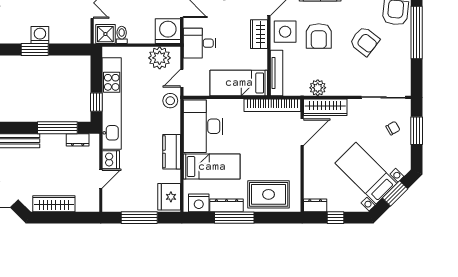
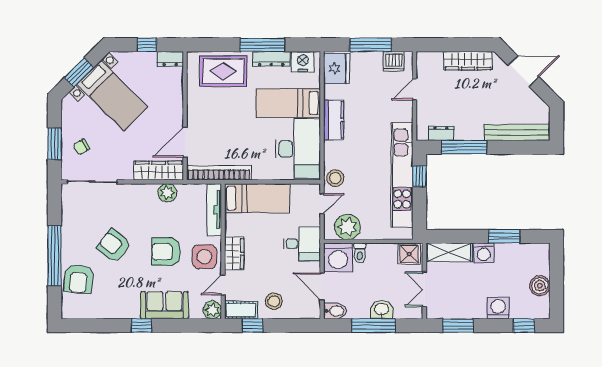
toilet: (122, 35) -> (360, 253), moved
shelving: (70, 36) -> (449, 252), added
armchair: (319, 36) -> (166, 252), turned -90
window: (35, 50) -> (504, 236), moved
dishwasher: (111, 160) -> (394, 61), moved, turned -90

